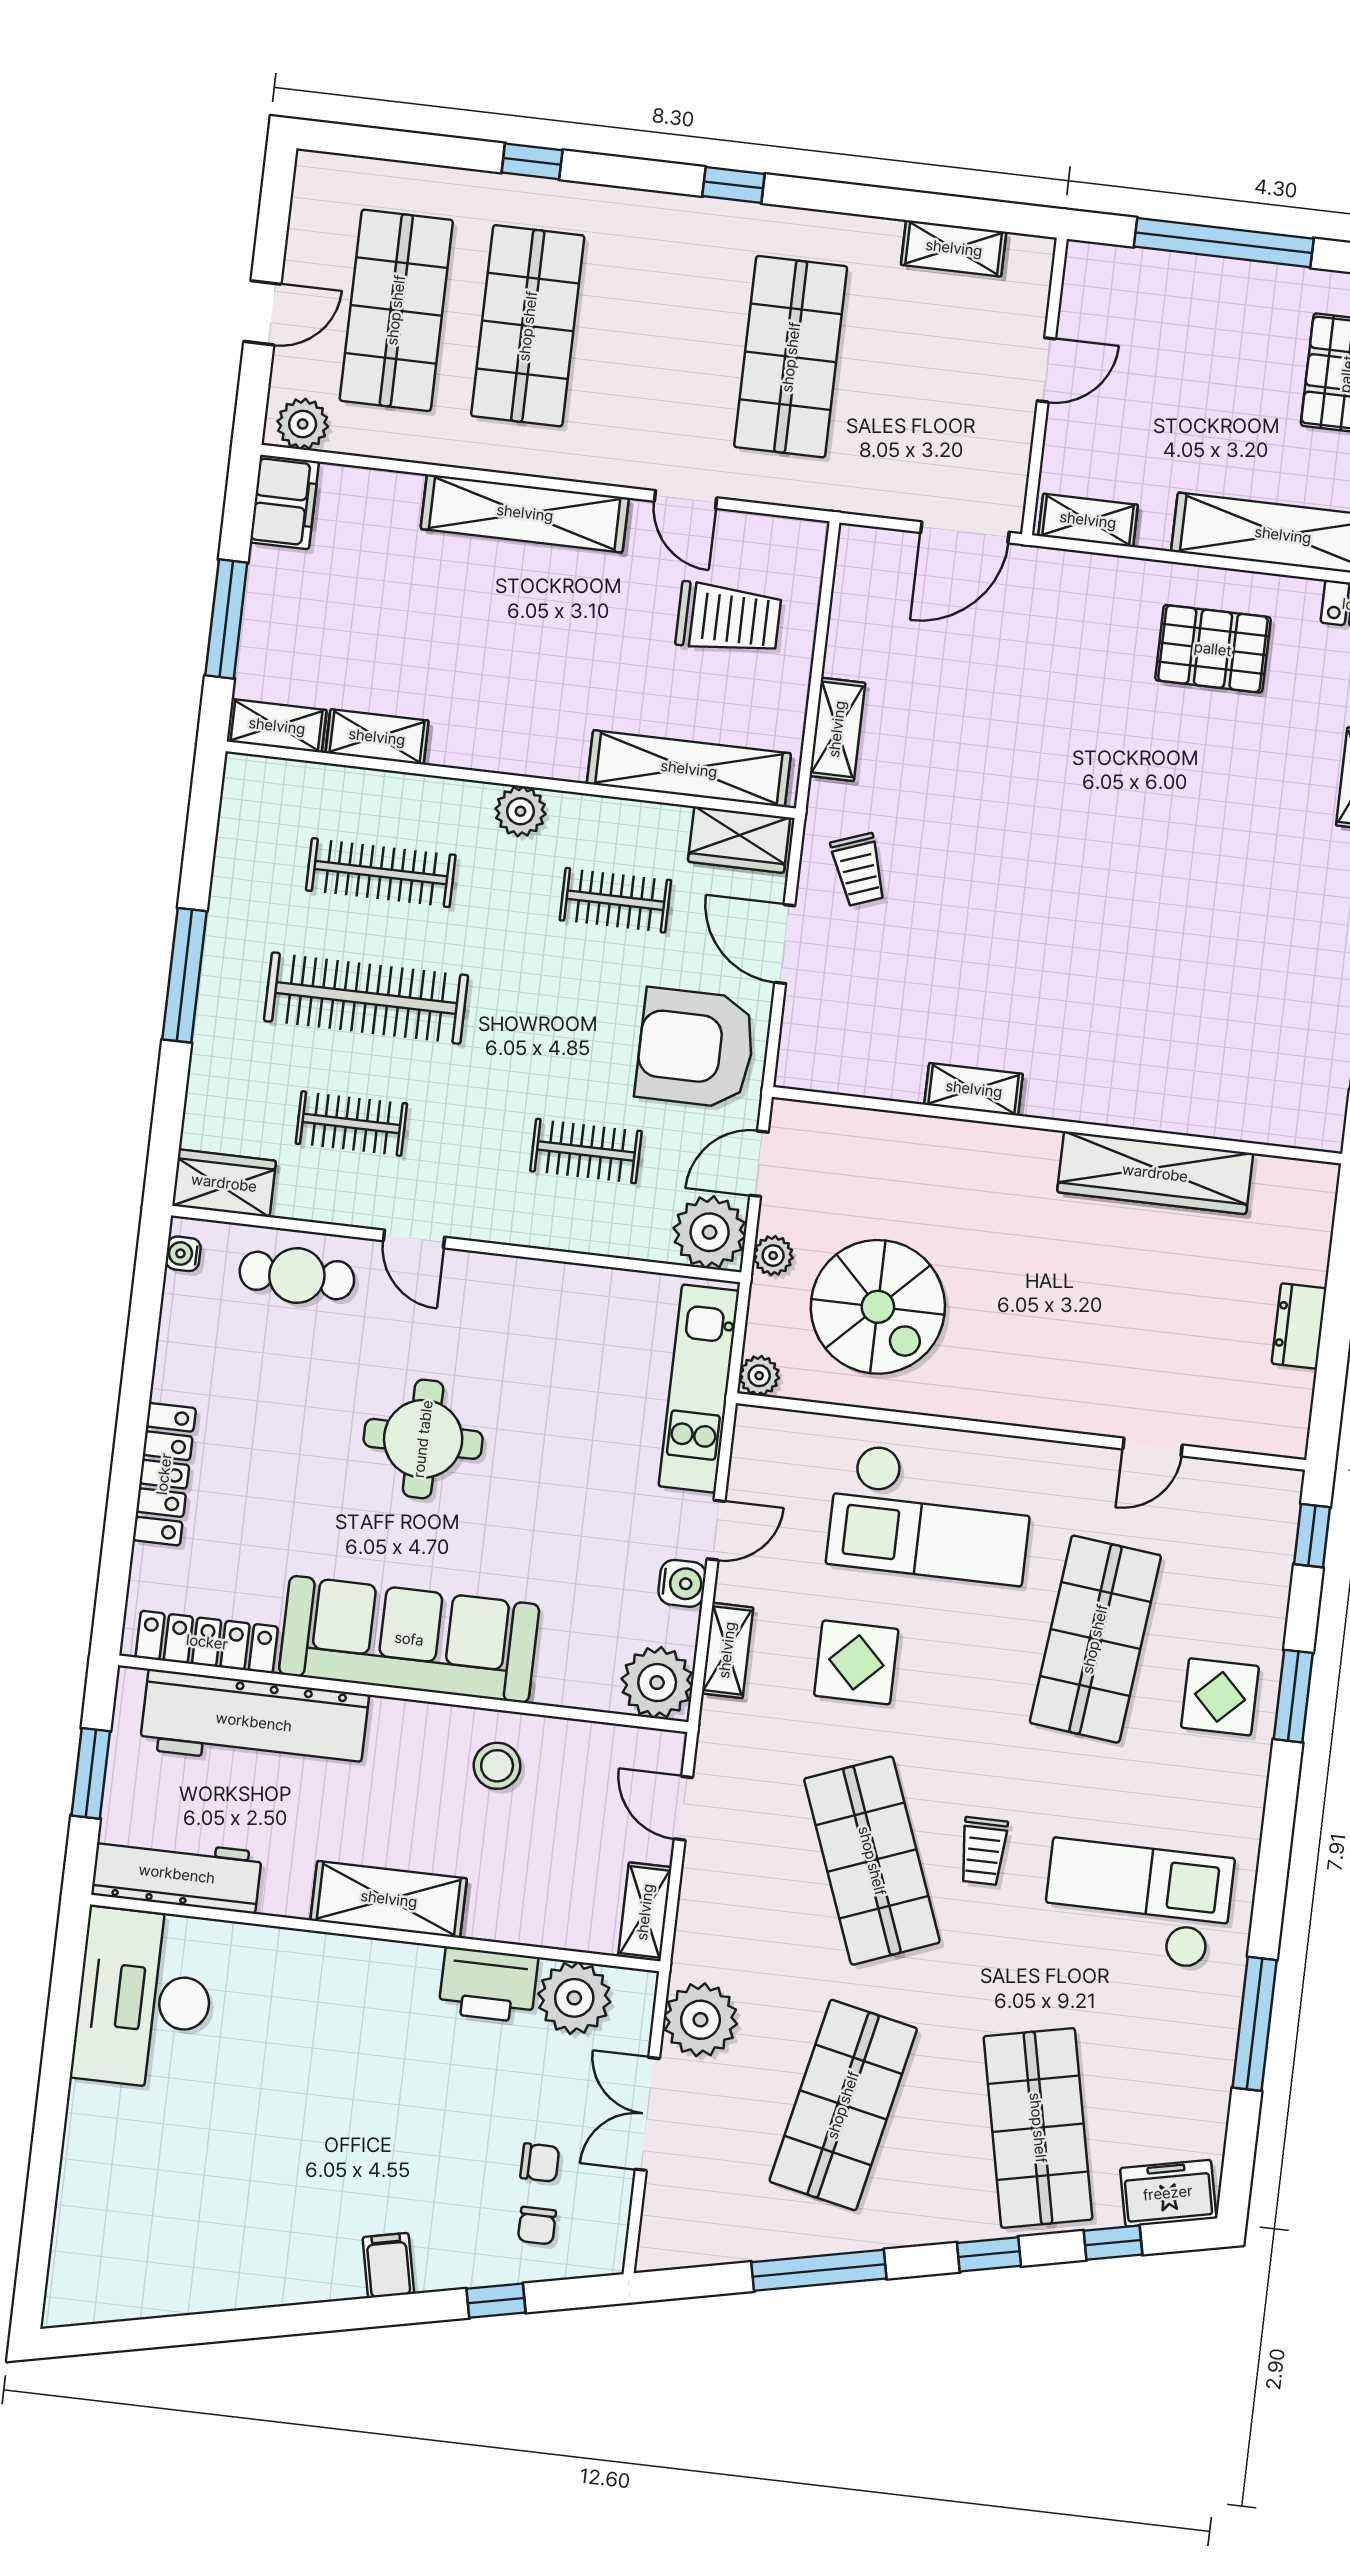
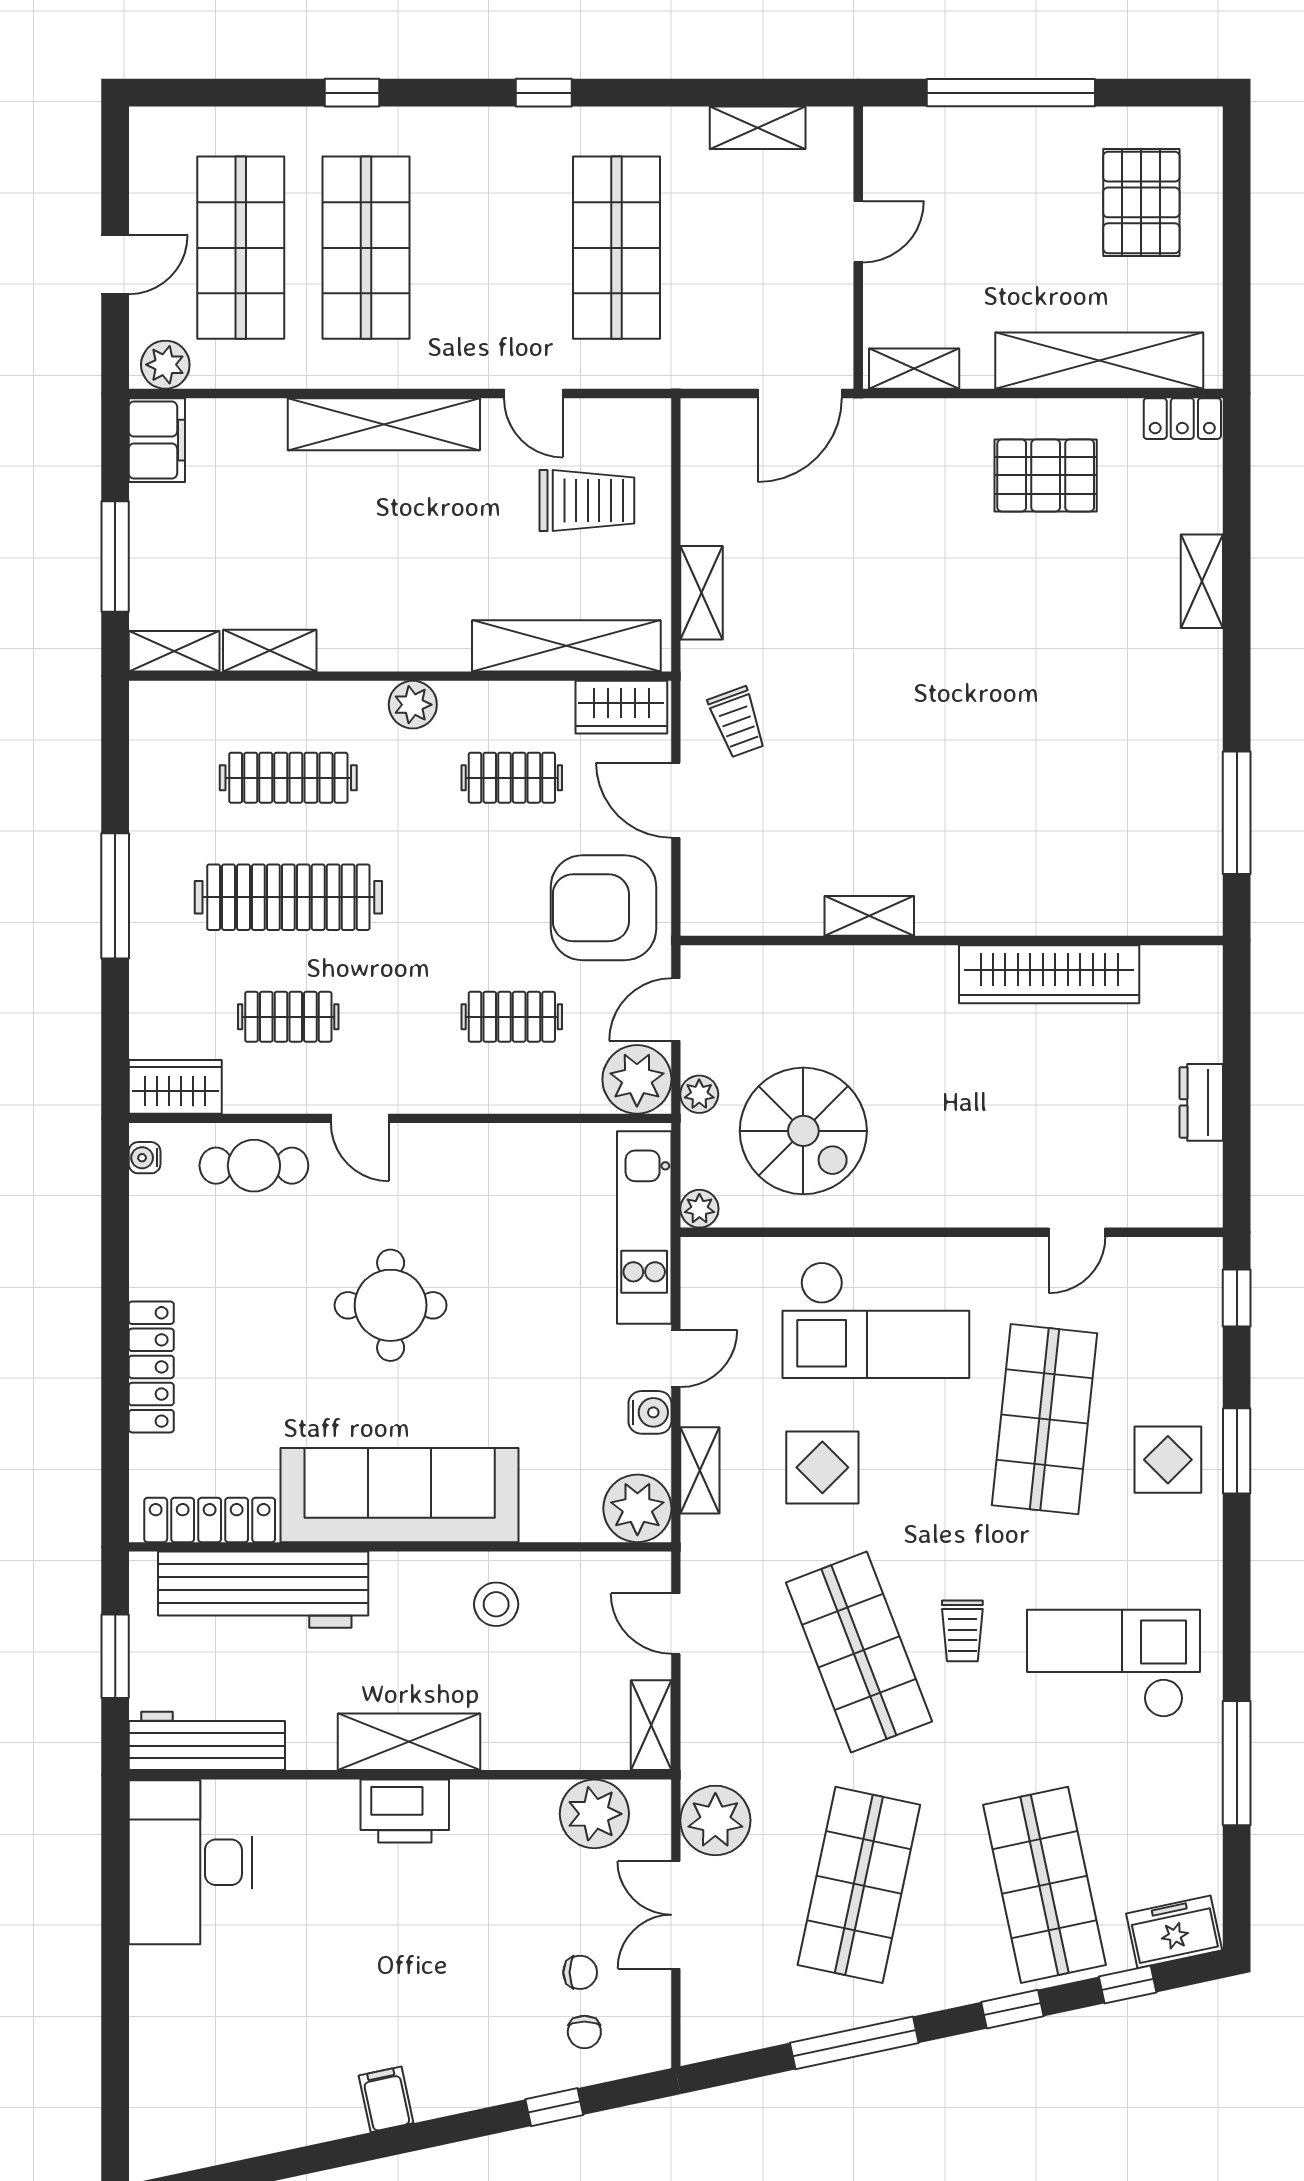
printer: (488, 1985) -> (405, 1811), moved
filing cabinet: (388, 2265) -> (386, 2099), moved

